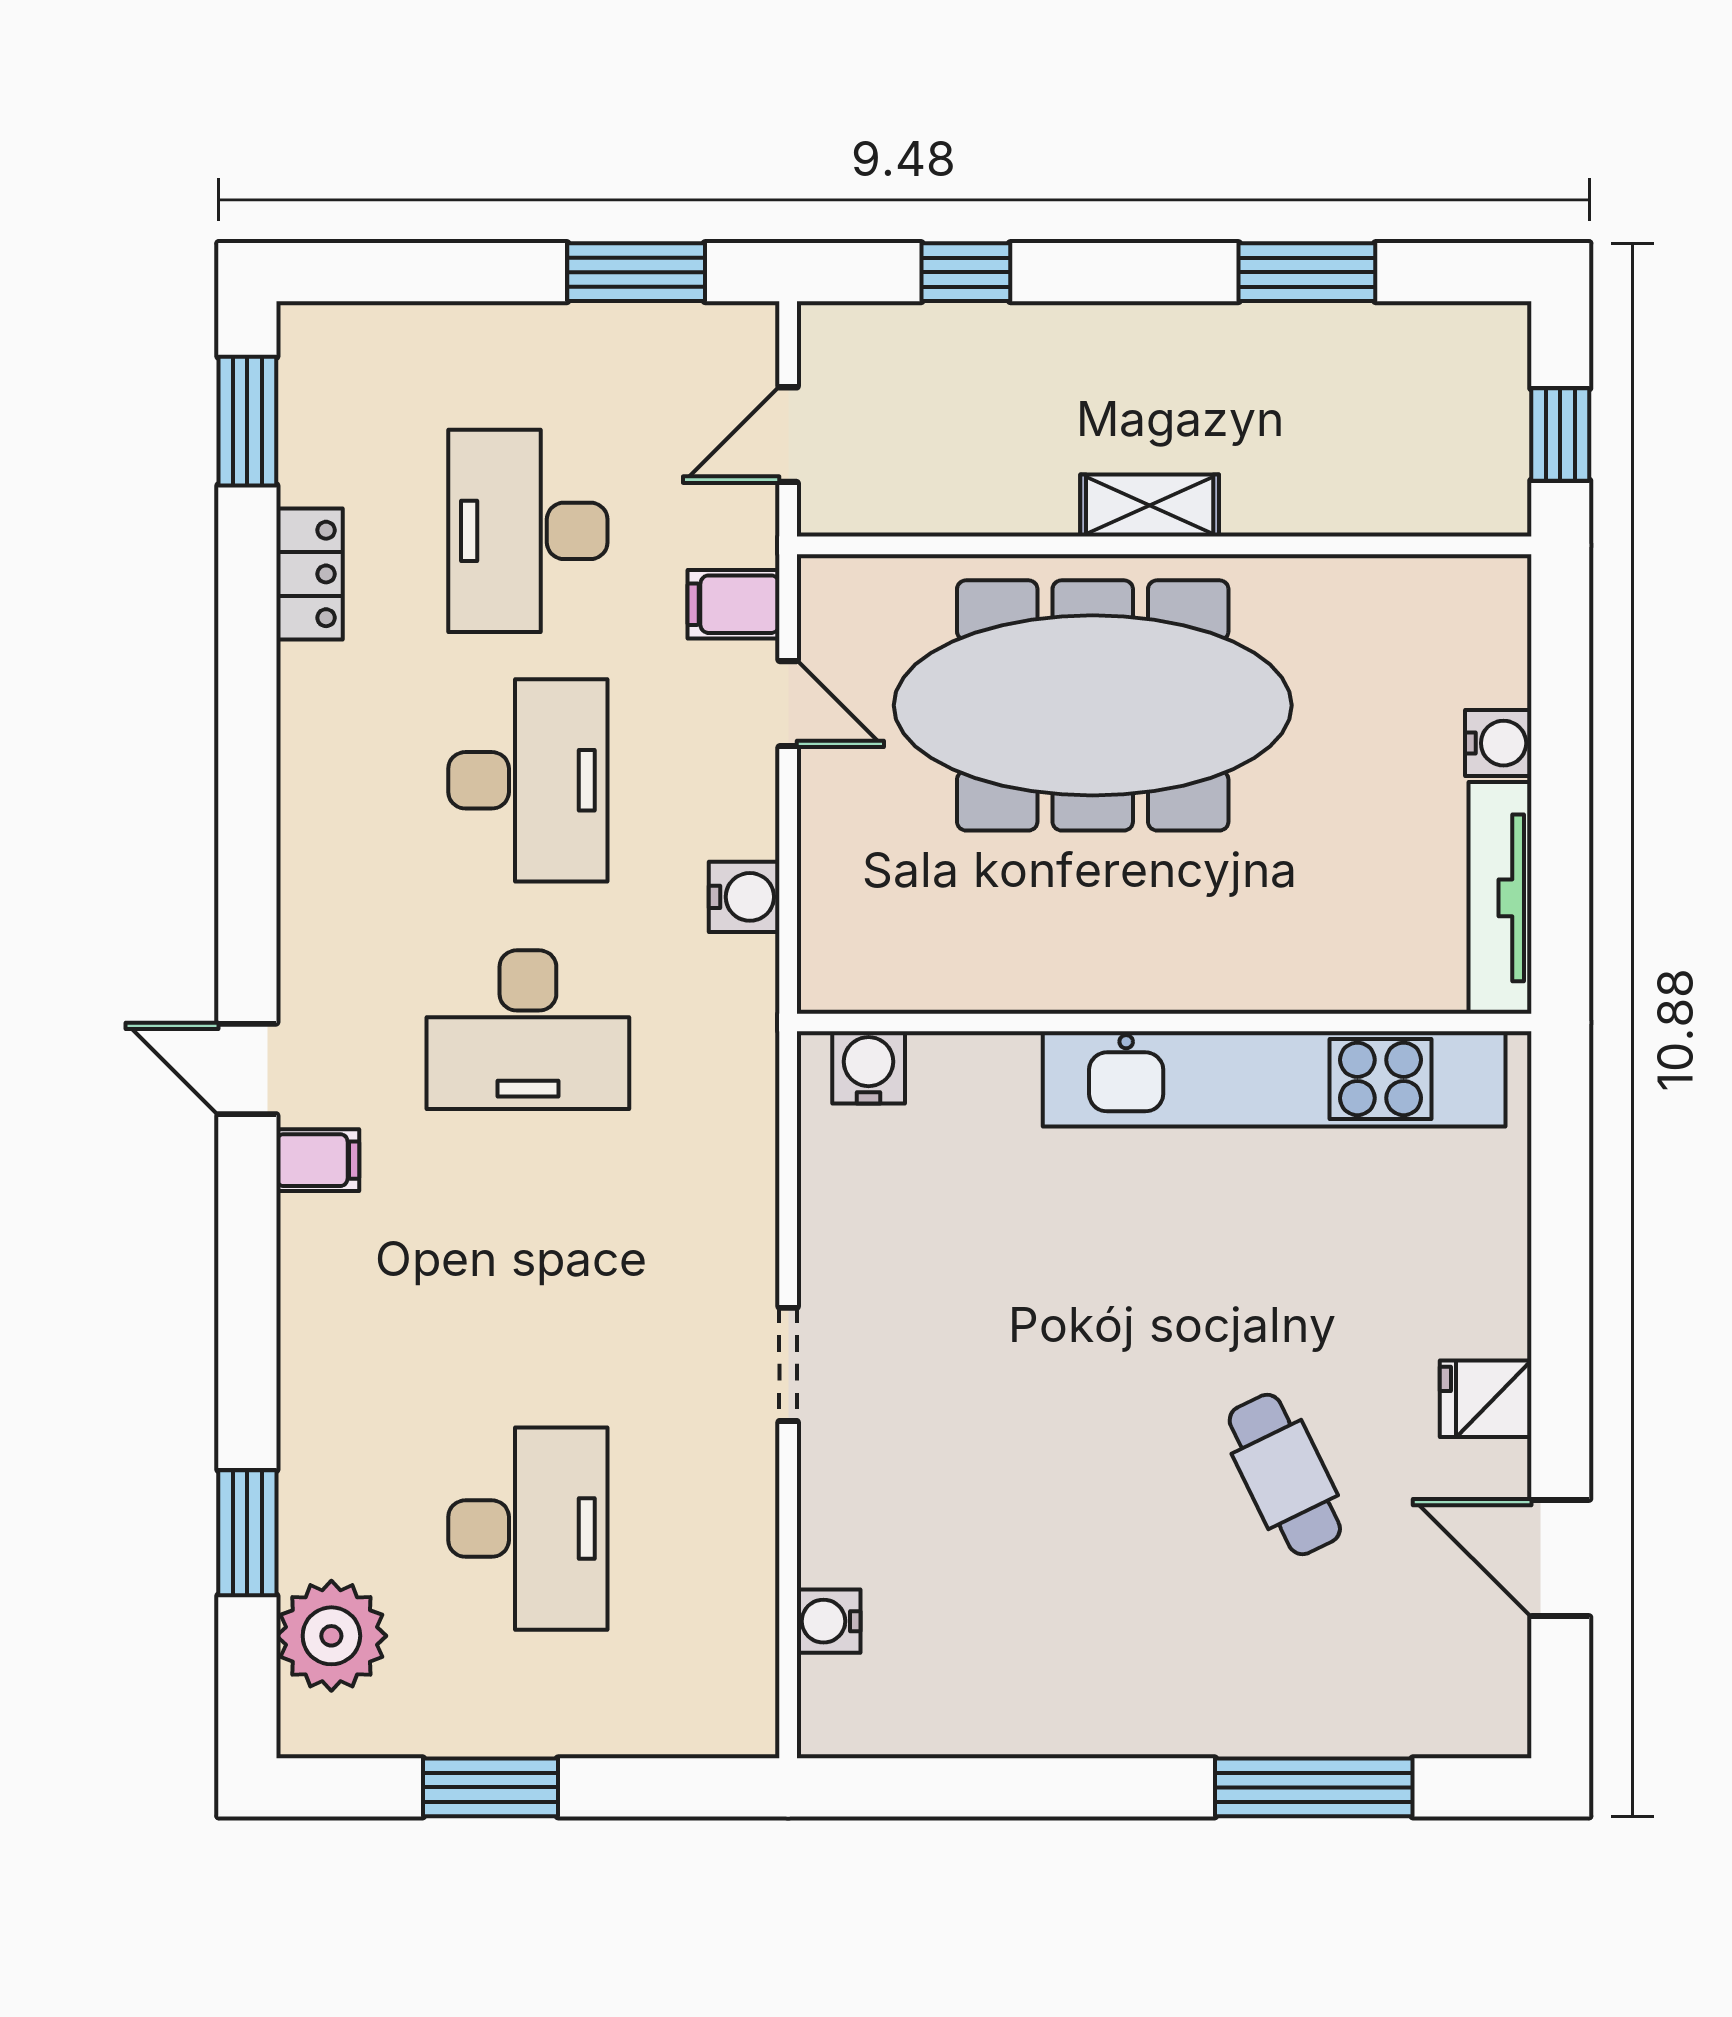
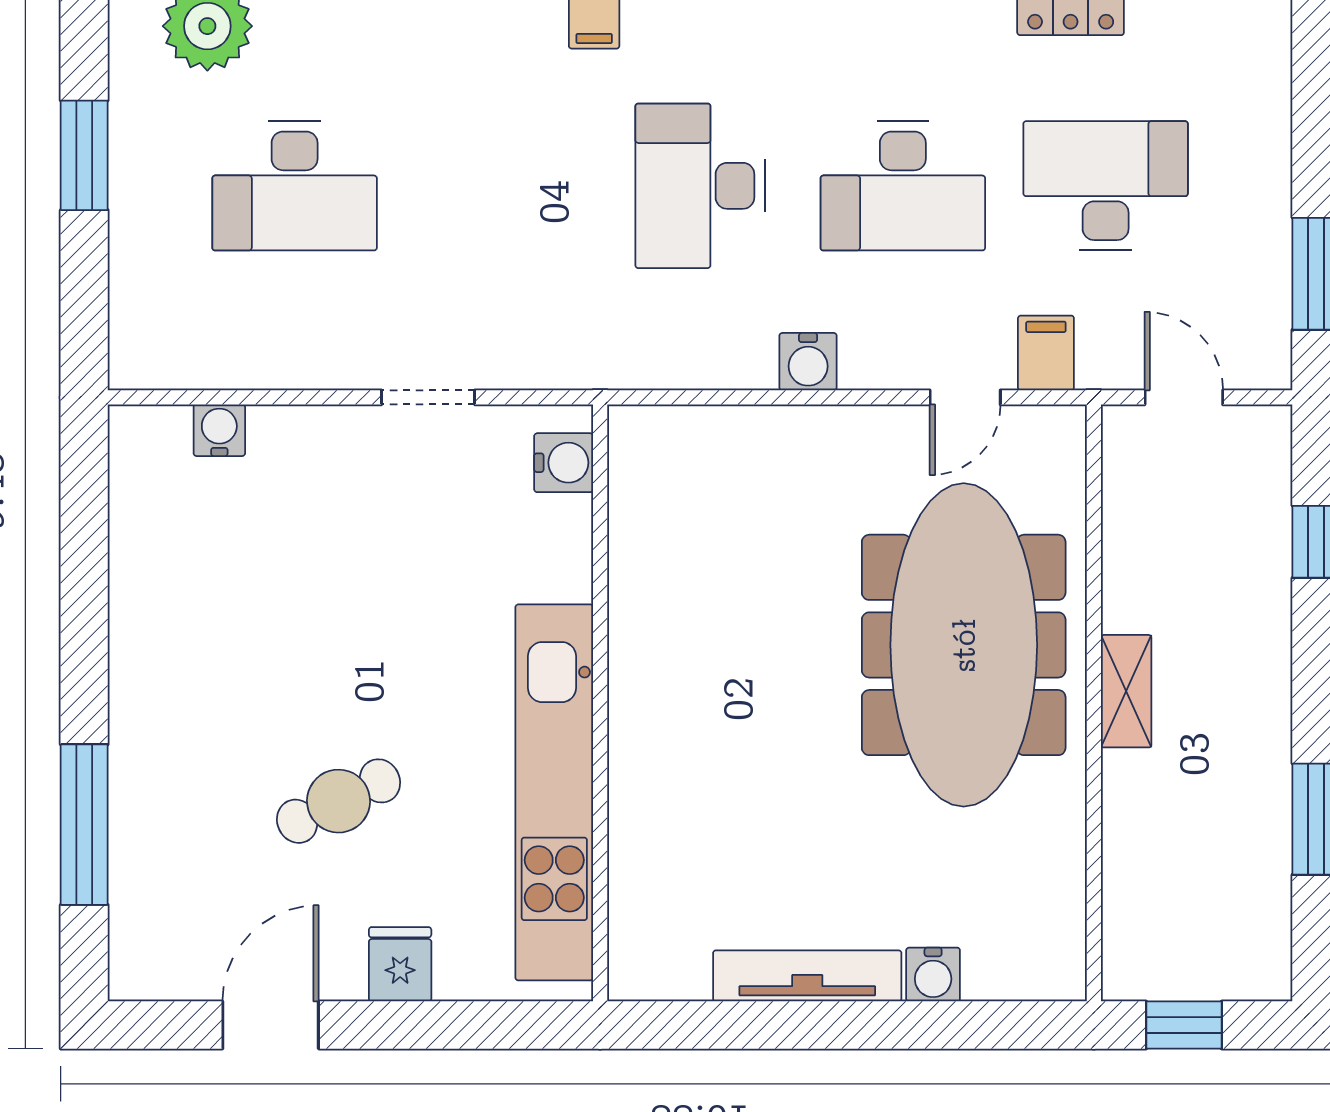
wall: (1164, 1022) -> (600, 703), moved
water cooler: (869, 1067) -> (564, 463), moved
kitchen unit: (1274, 1079) -> (554, 792), moved

